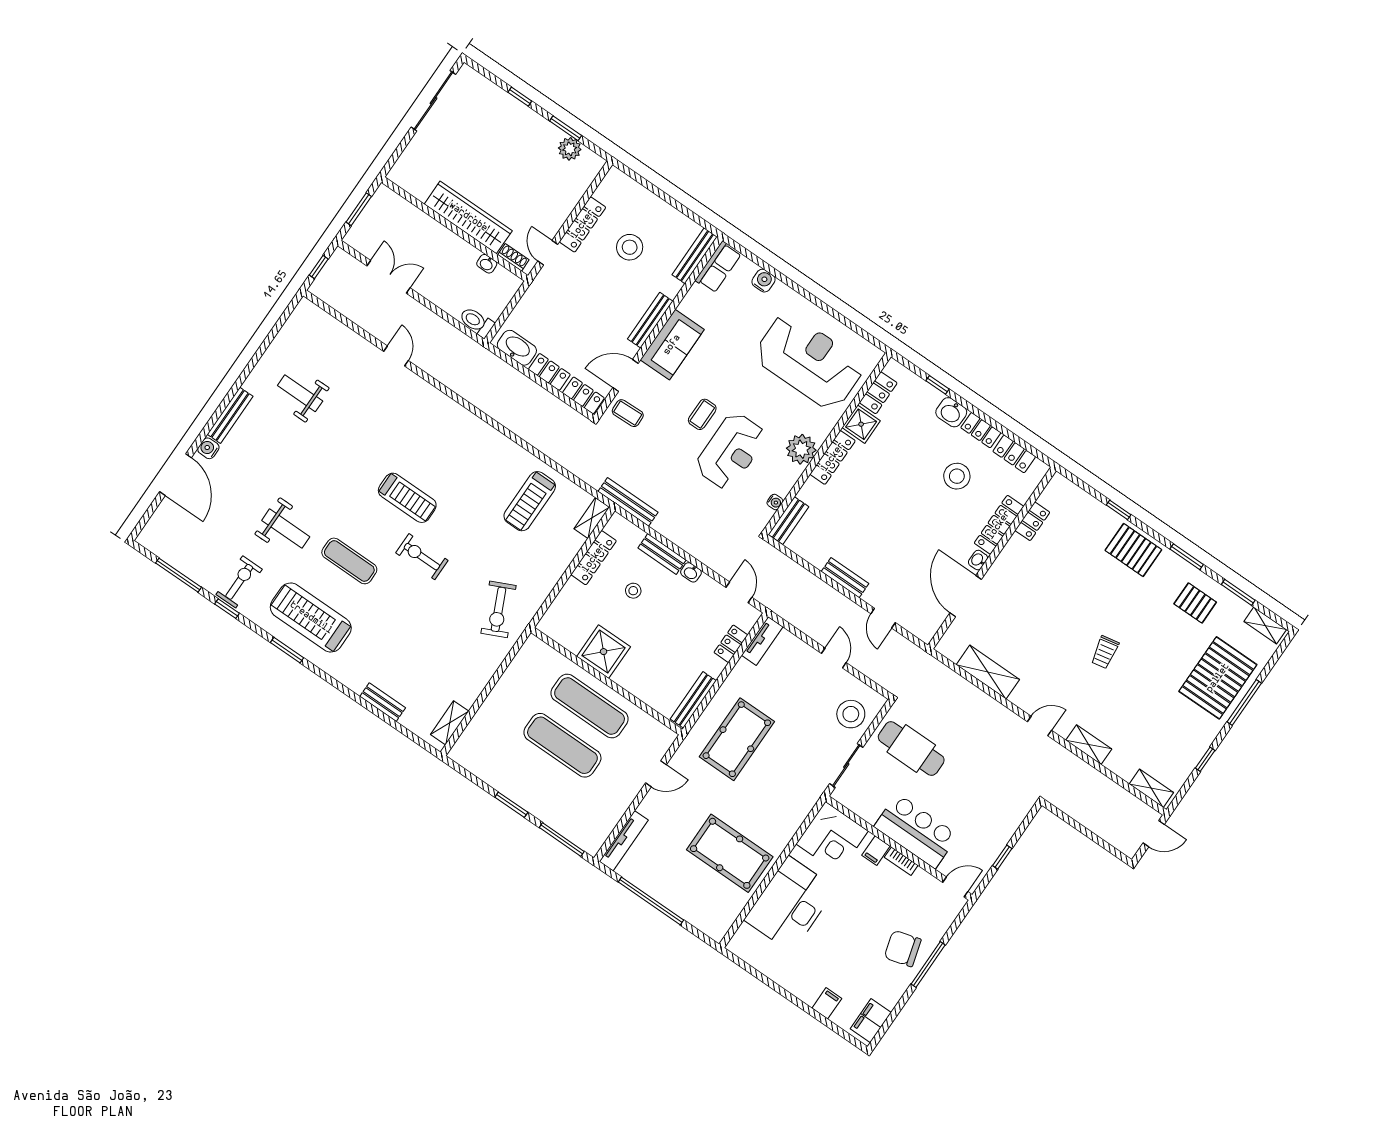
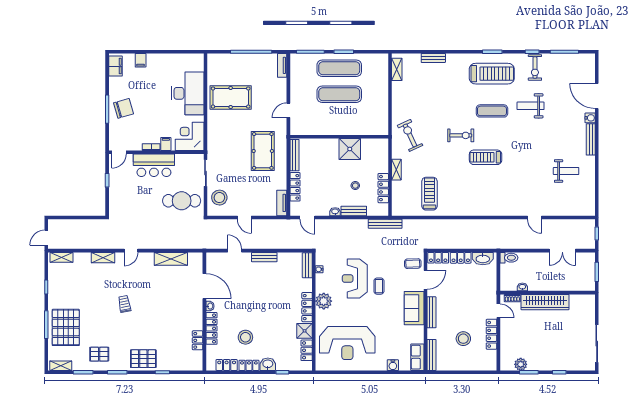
shelving: (592, 518) -> (396, 170), moved
locker: (731, 644) -> (295, 187), width x1.53
exercise mat: (590, 706) -> (339, 68), moved
tv unit: (624, 841) -> (282, 65), width x0.71

